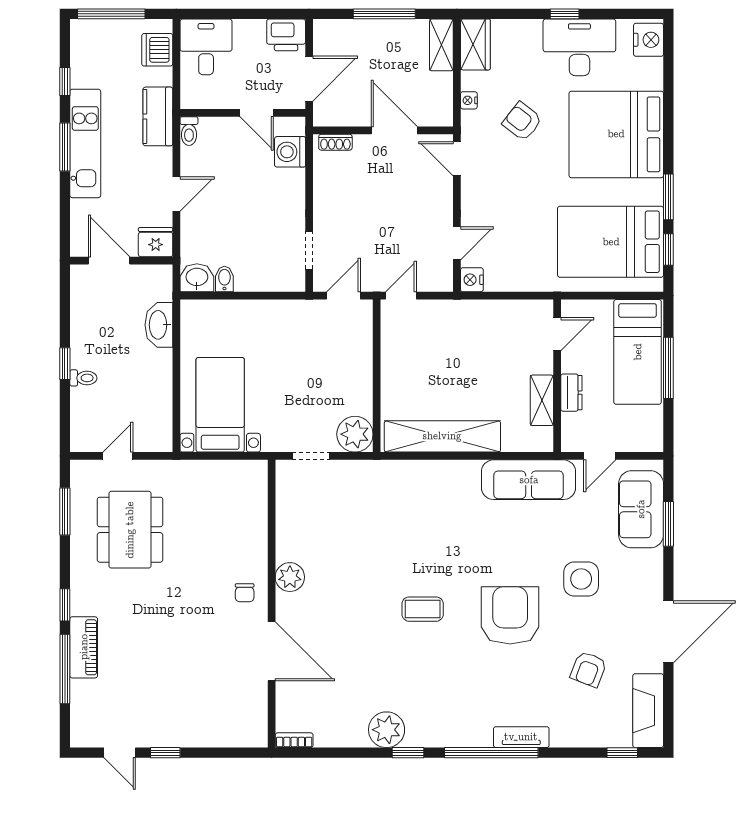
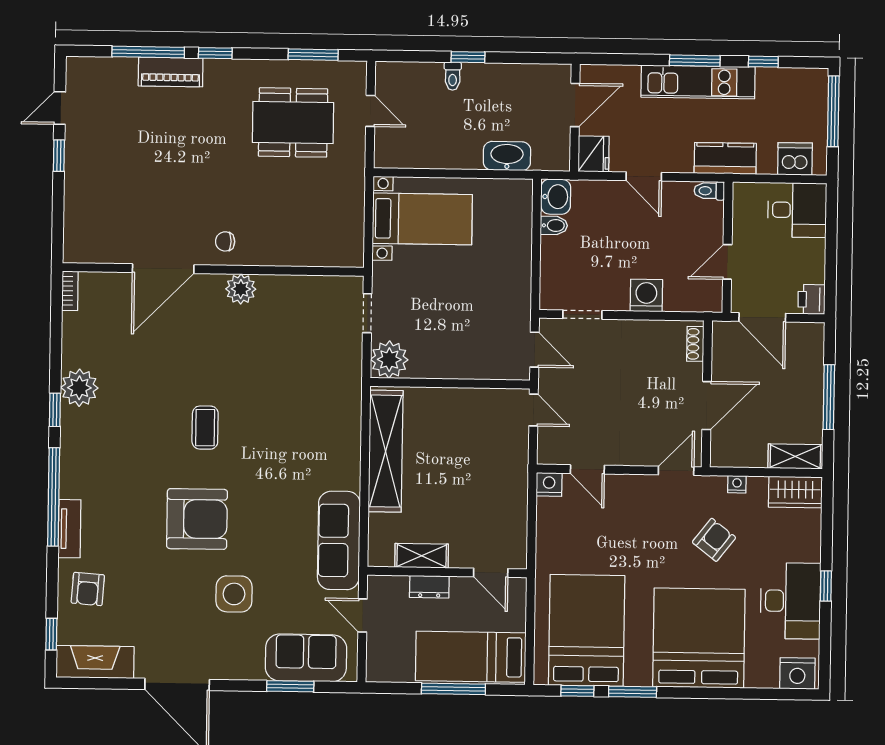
printer: (286, 35) -> (812, 299), width x0.73, depth x0.81
washing machine: (290, 152) -> (646, 296), moved
armchair: (588, 669) -> (88, 589), moved, turned -107

